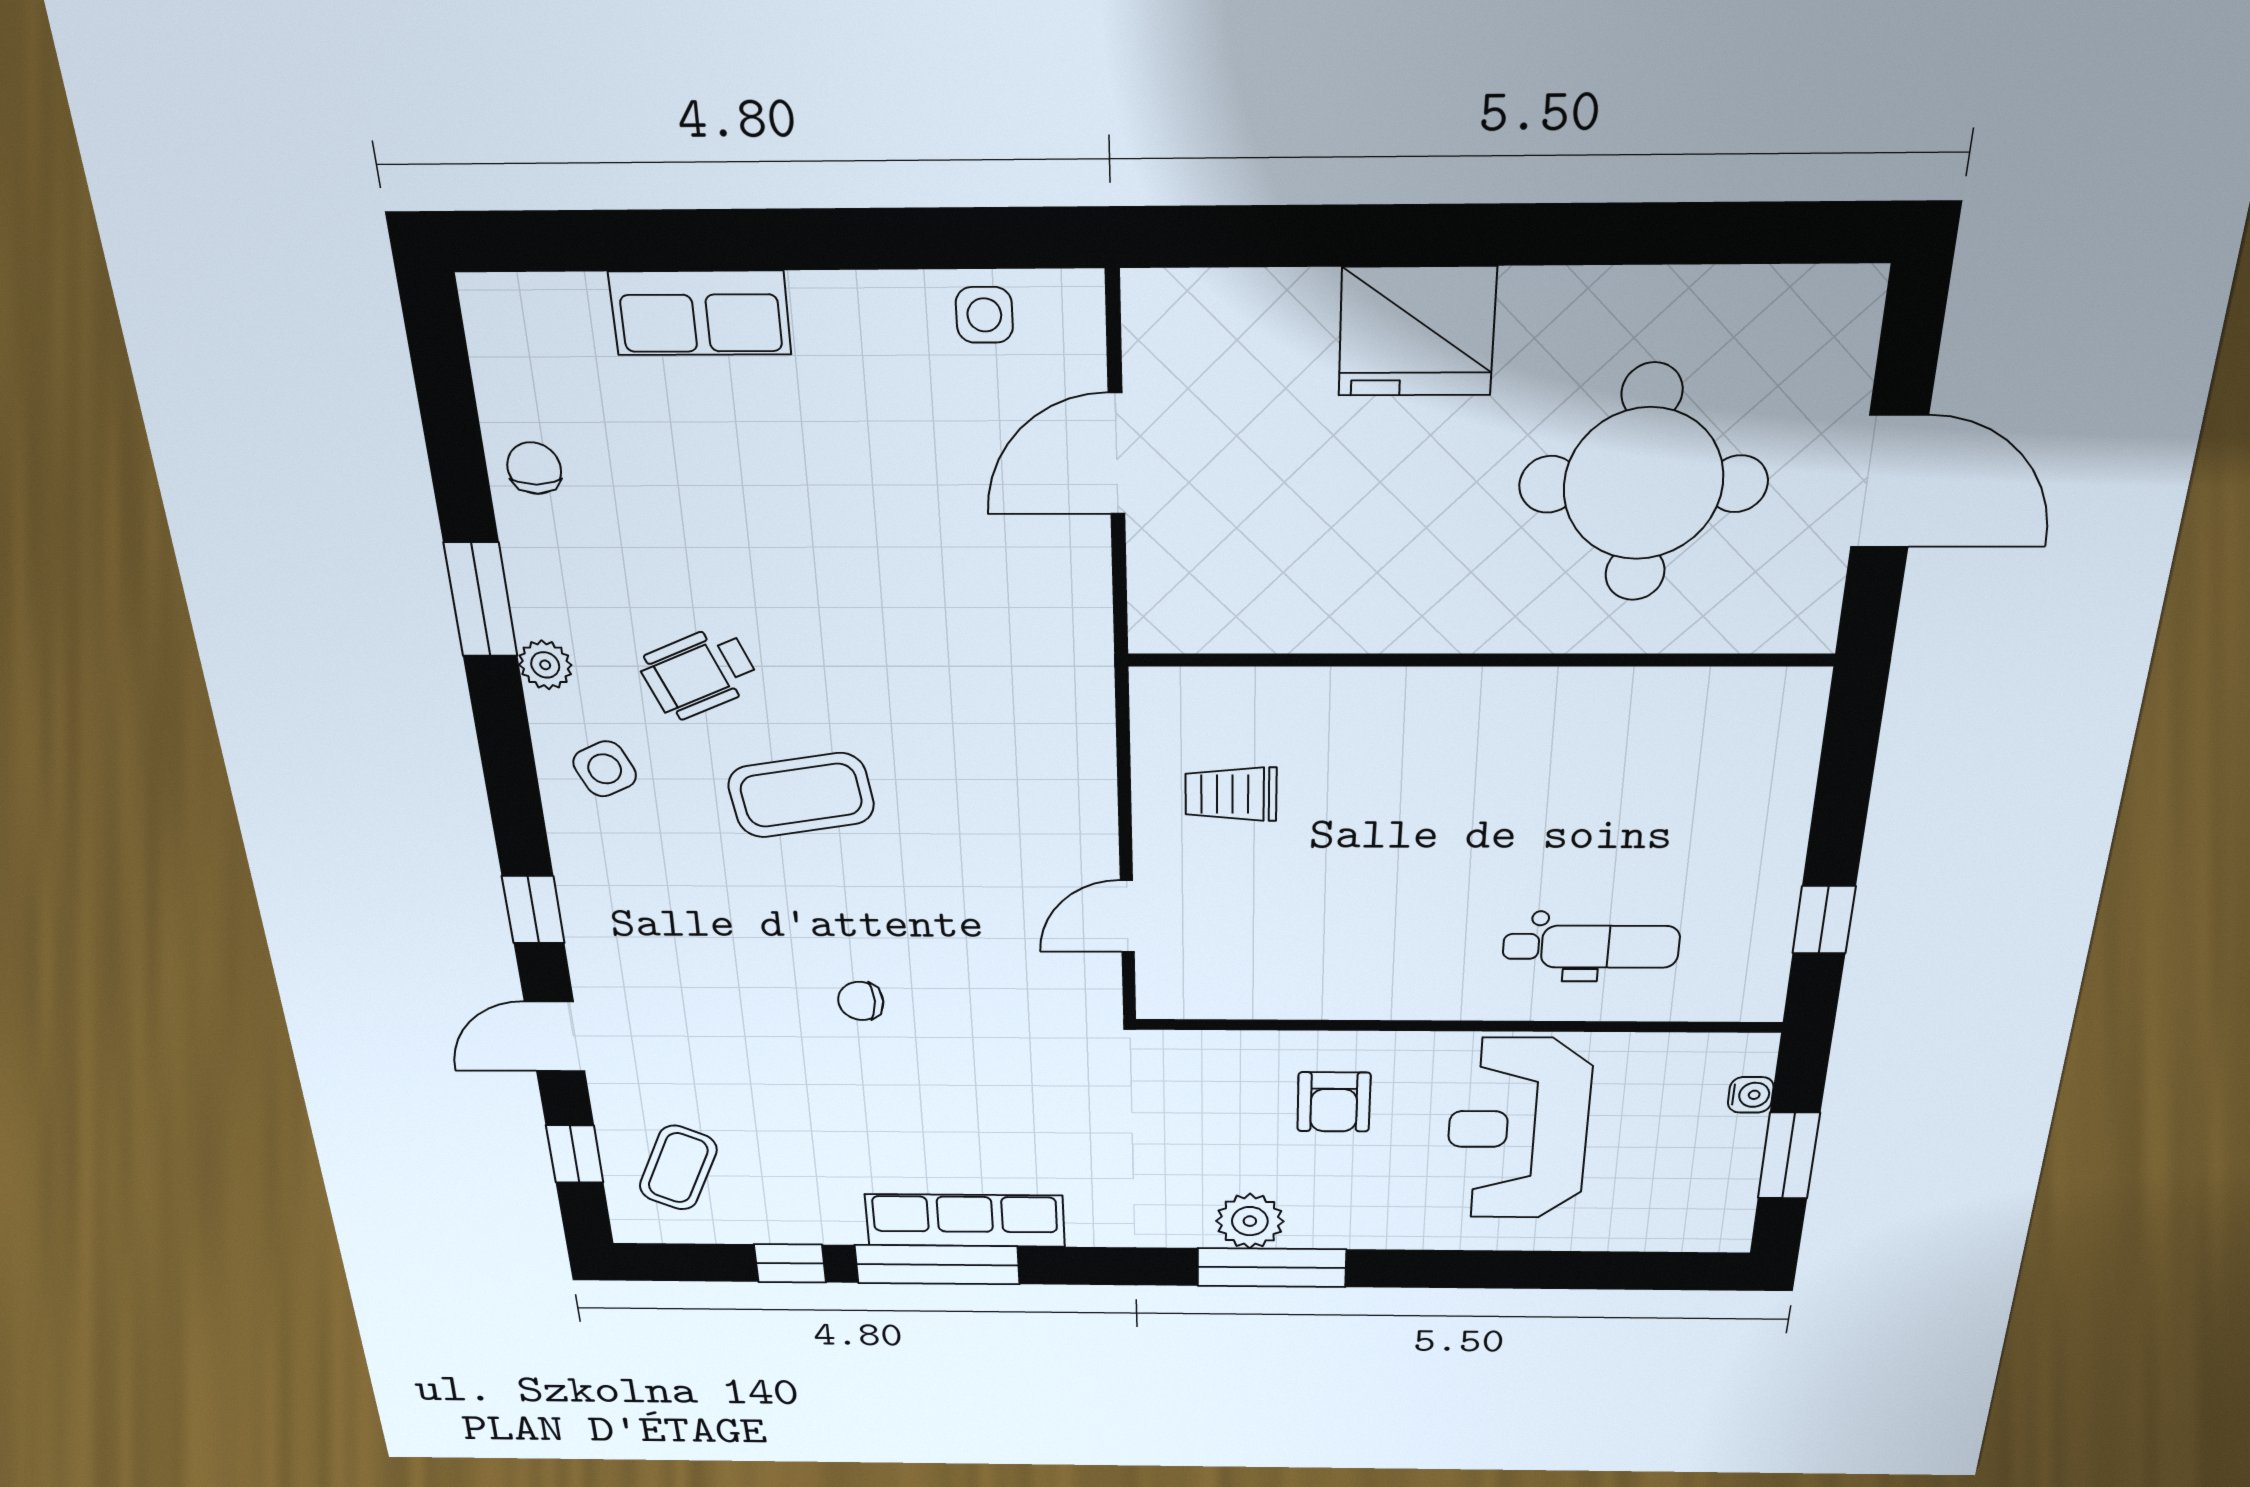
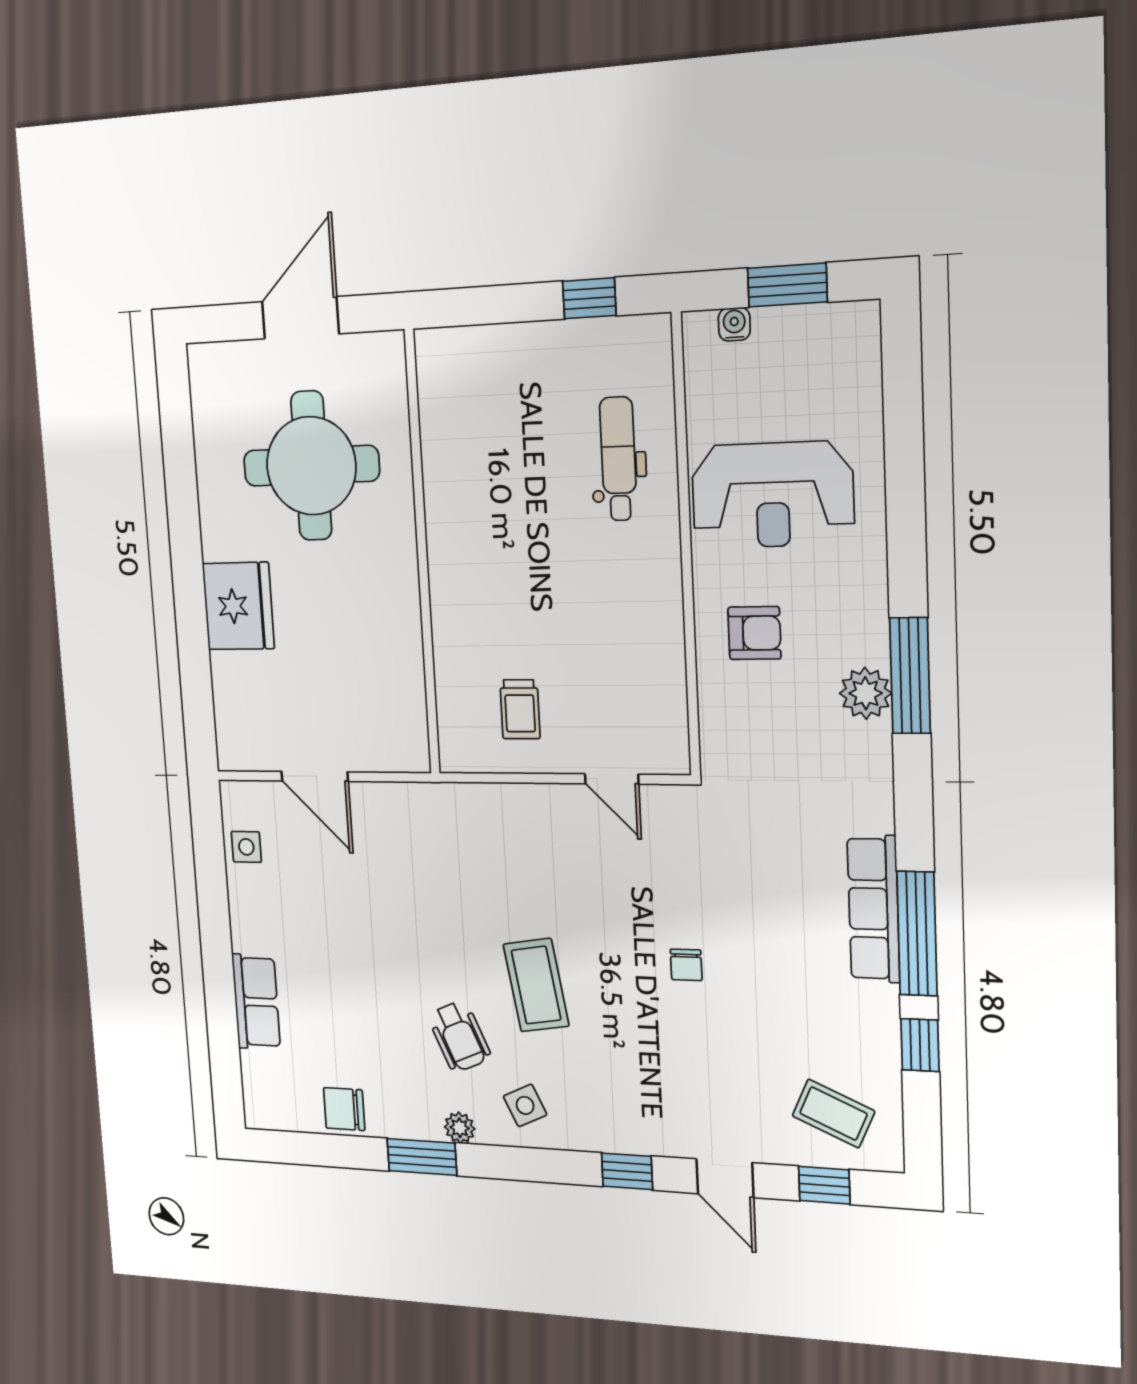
chair: (534, 468) -> (344, 1109), width x1.37, depth x1.37

